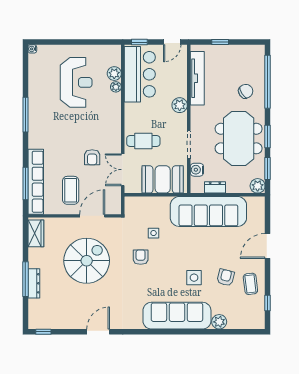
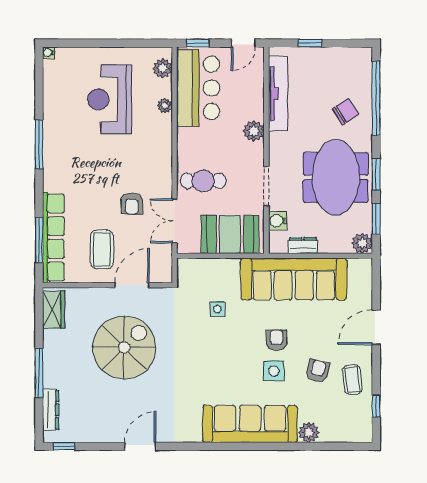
plant: (114, 74) -> (163, 68), moved
reception desk: (76, 82) -> (110, 99), turned 180
armchair: (141, 257) -> (276, 340), moved
dresser: (34, 283) -> (51, 410), moved

